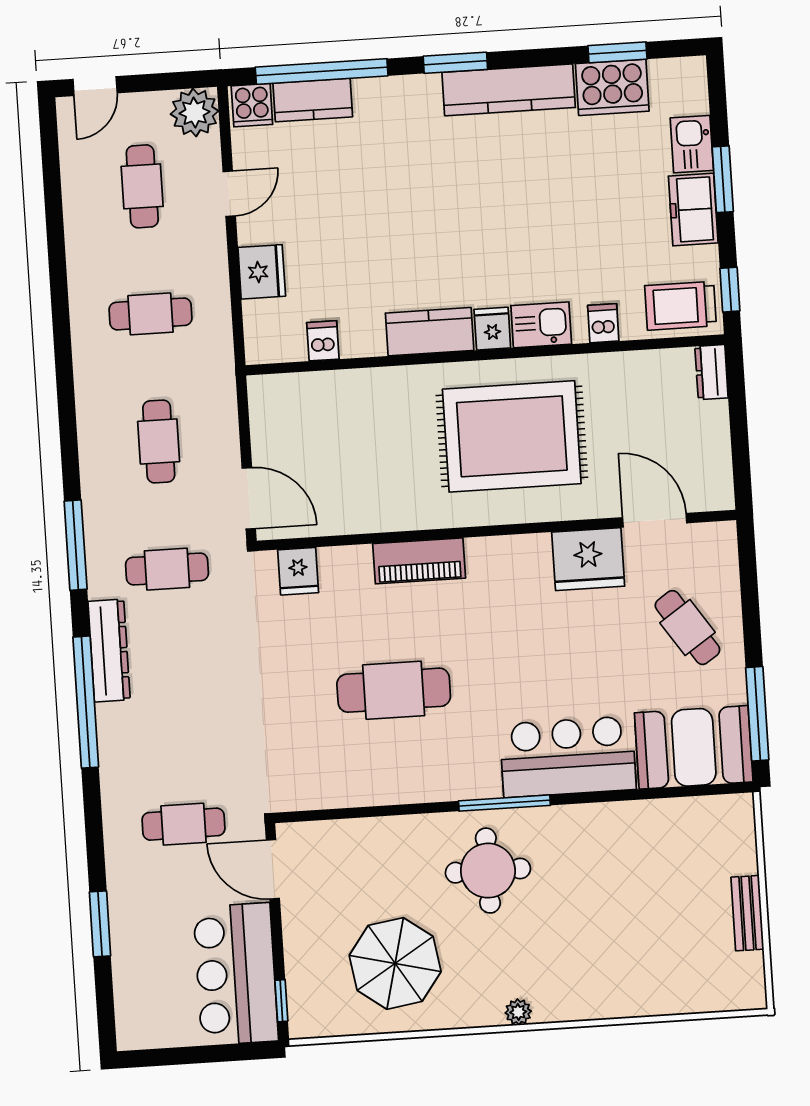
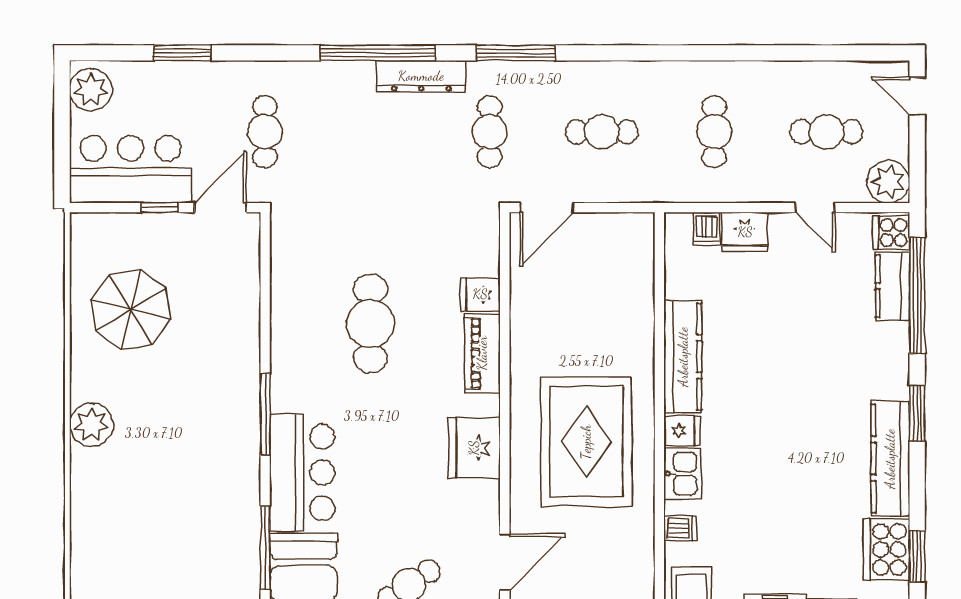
kitchen counter: (430, 332) -> (683, 357), width x1.50
dishwasher: (323, 341) -> (707, 229), moved, turned 90
fridge: (588, 559) -> (474, 448), moved
fridge: (298, 571) -> (480, 294), moved
window: (656, 793) -> (265, 548), added
round table: (488, 871) -> (207, 396), removed
window: (281, 1001) -> (160, 208), moved
plant: (518, 1012) -> (91, 425), width x1.88, depth x1.88
plant: (148, 1025) -> (91, 90), added

